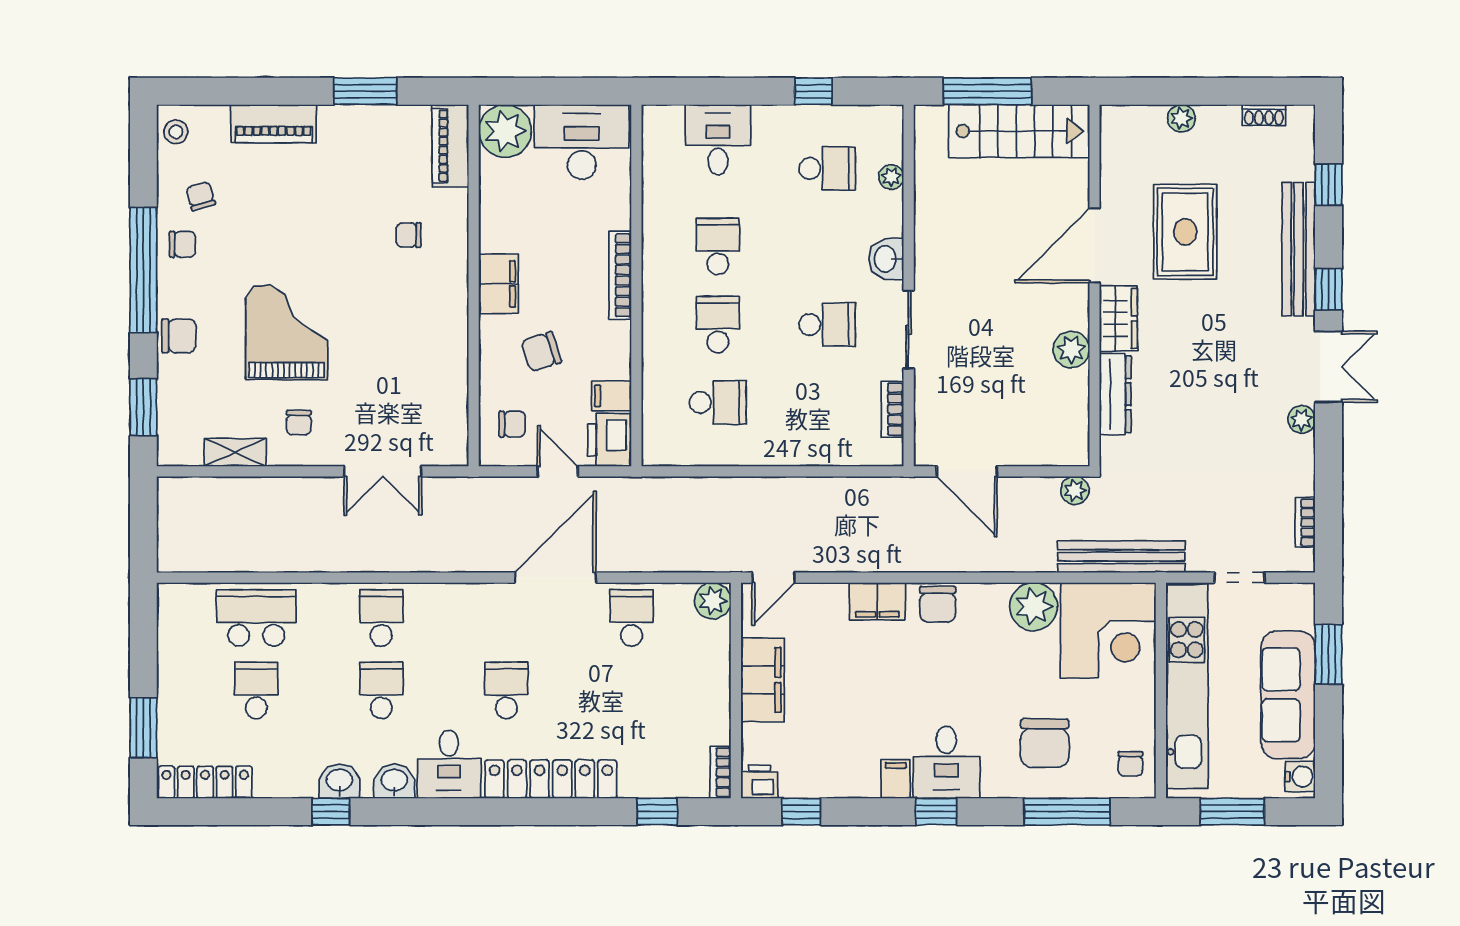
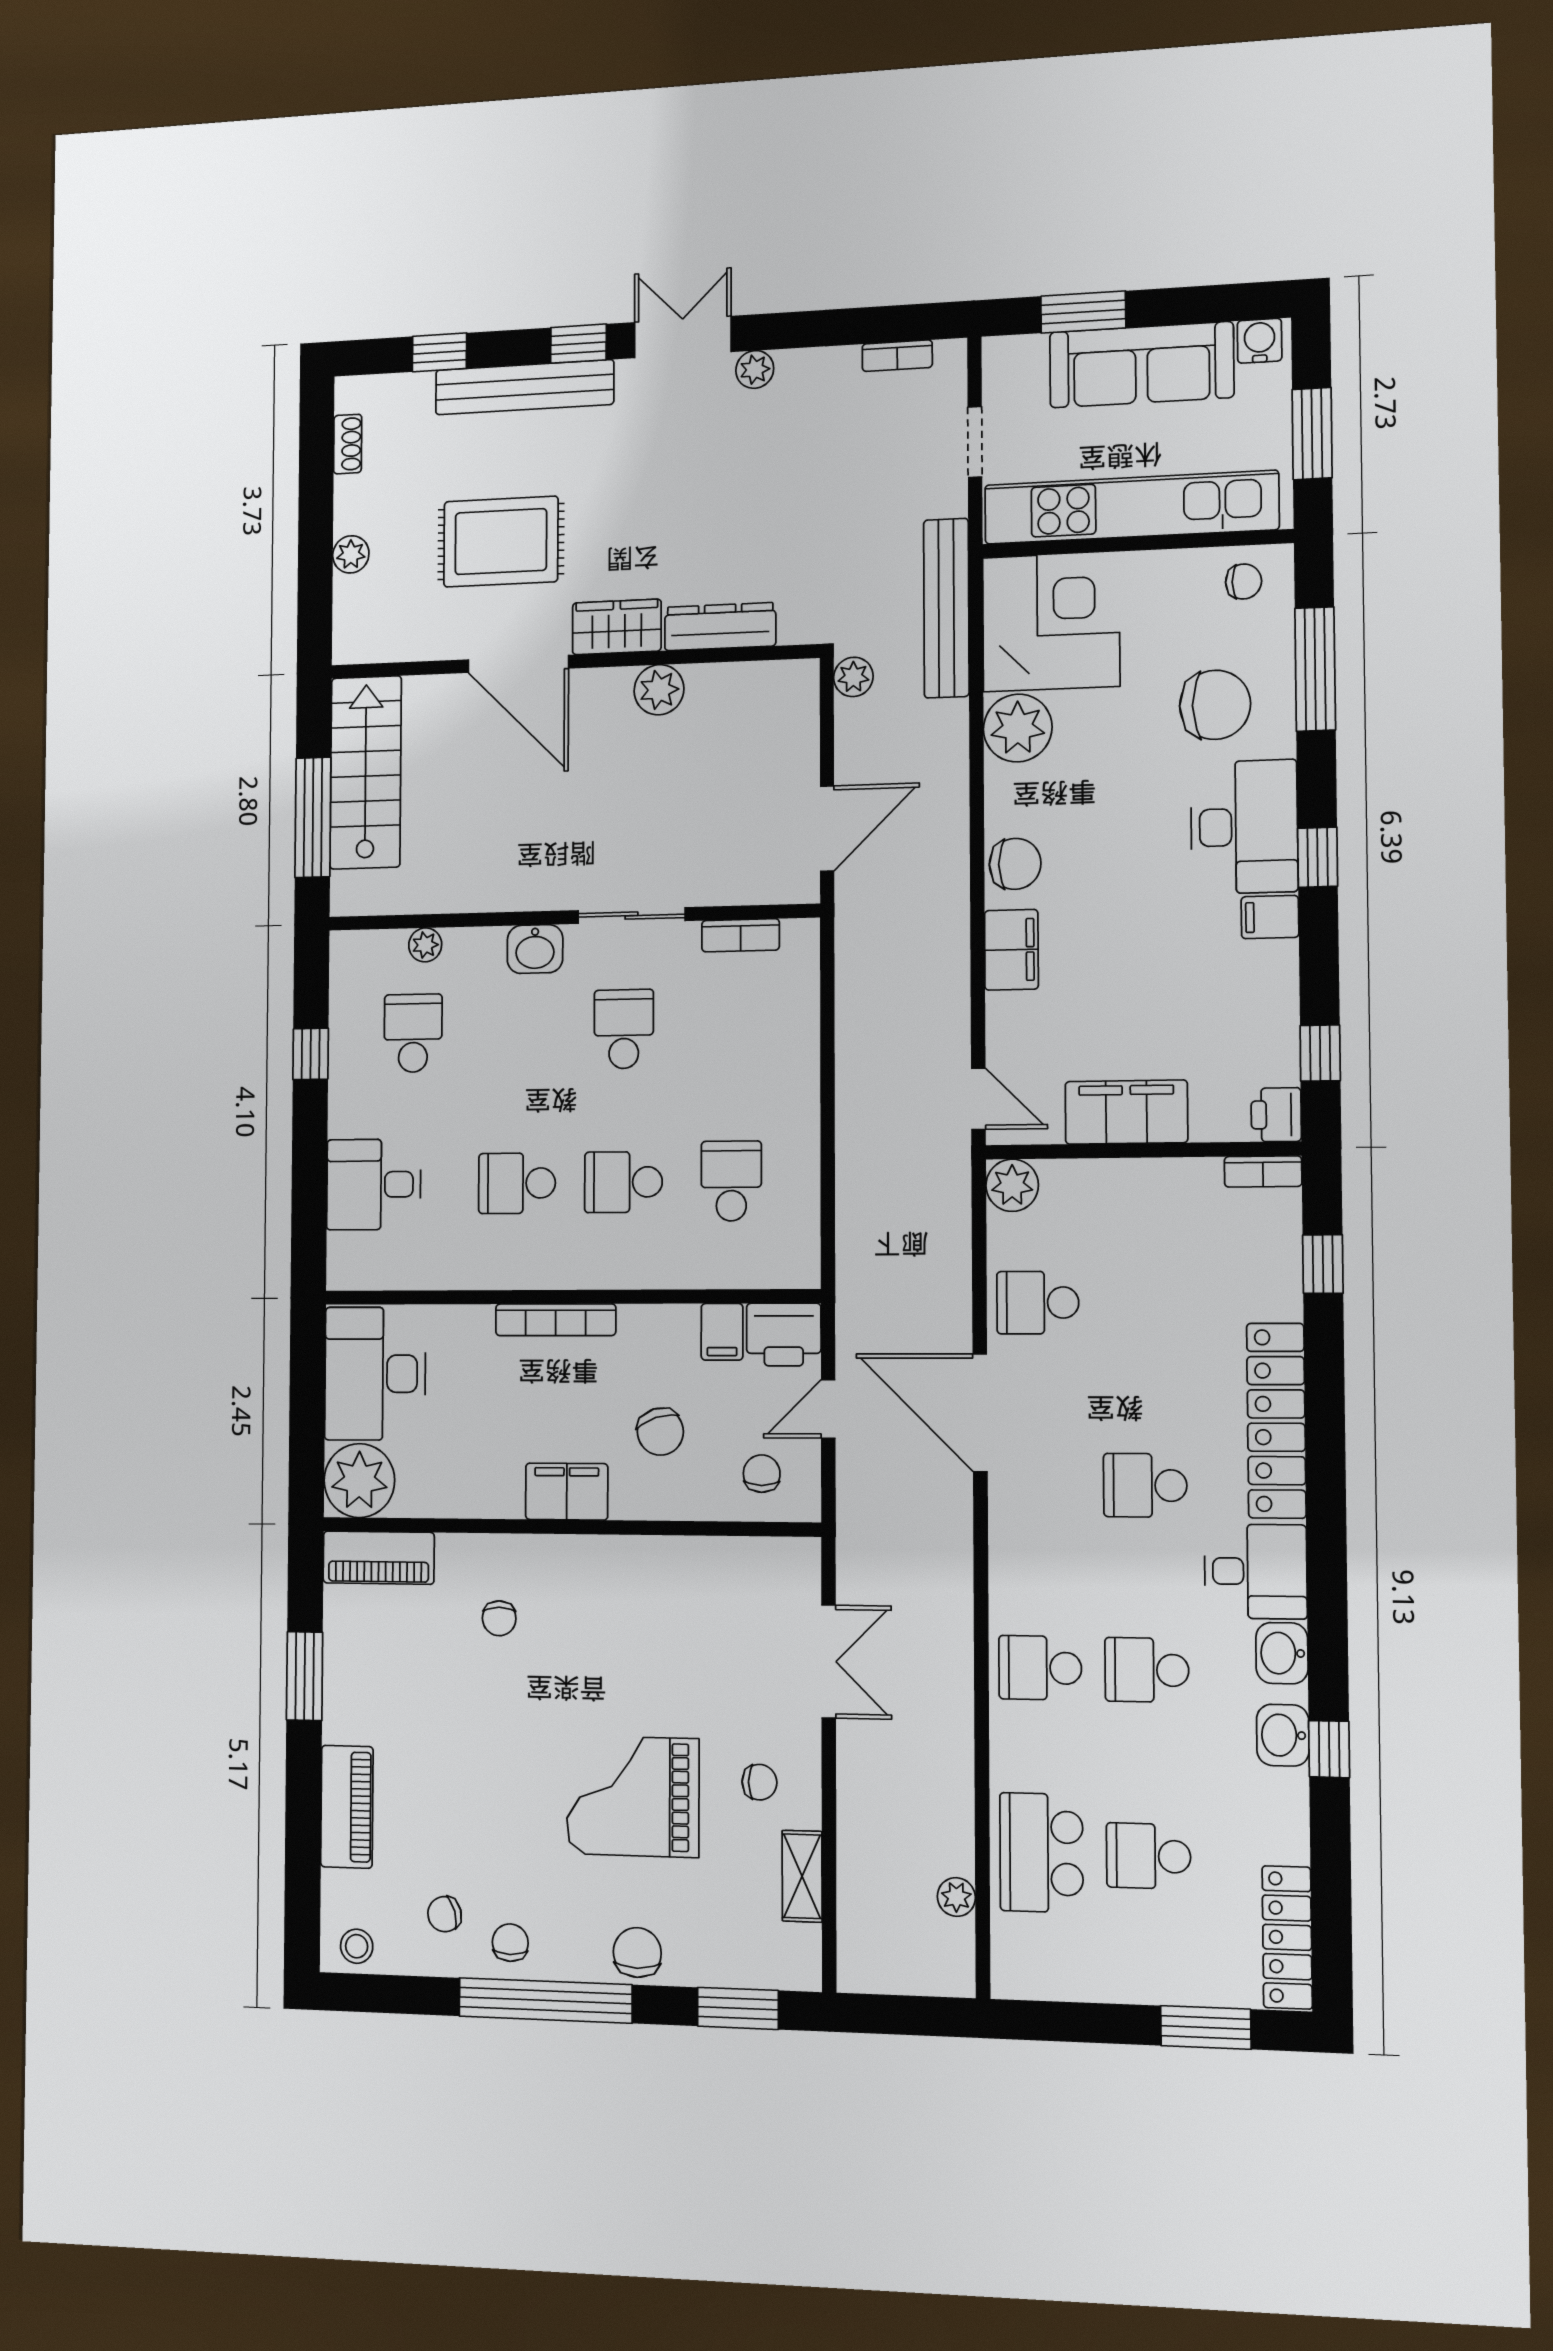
plant: (224, 560) -> (956, 1897), added
desk: (946, 762) -> (1244, 827), width x1.37

